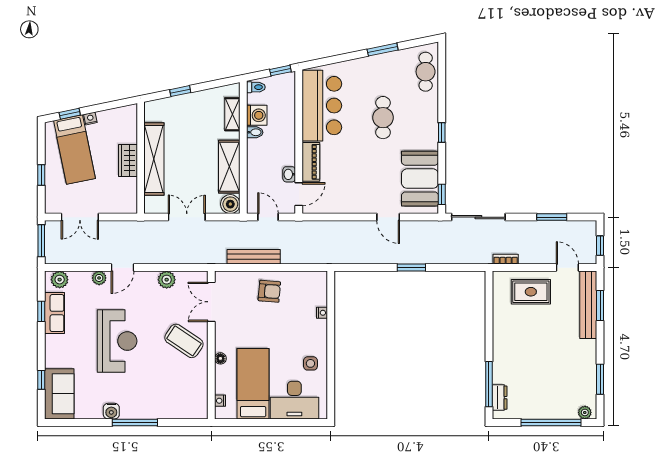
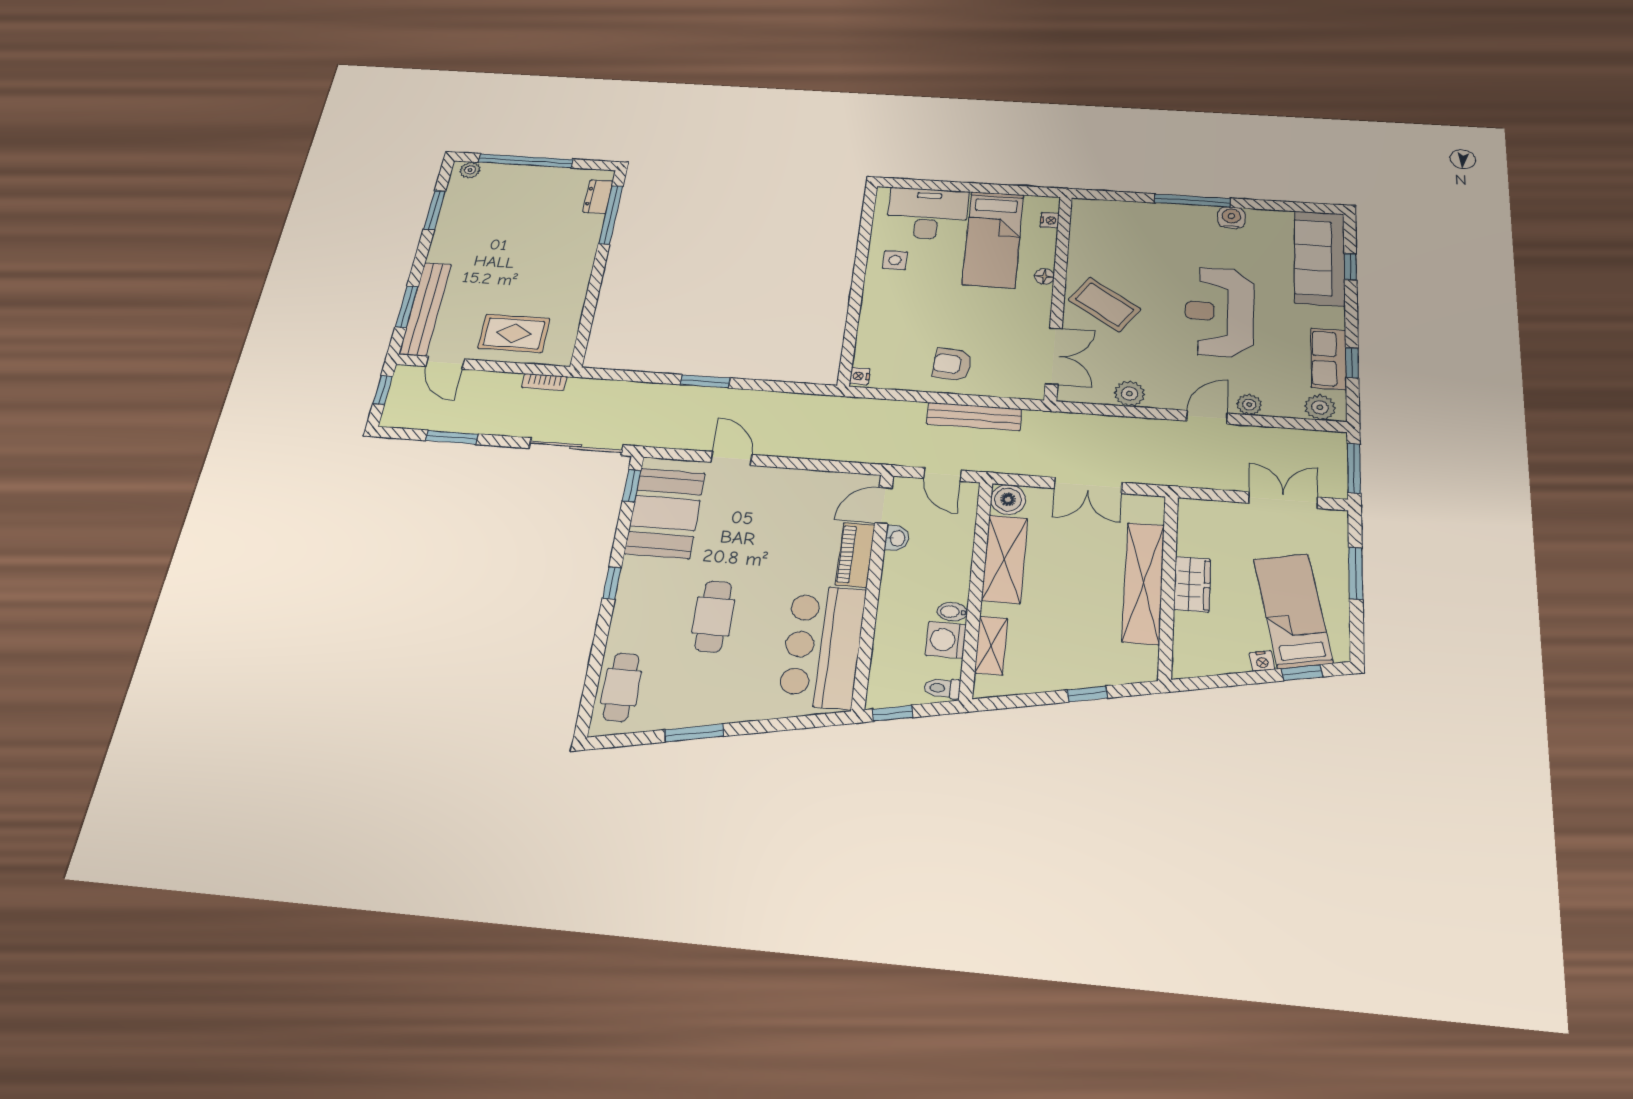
window: (41, 175) -> (1356, 573), width x1.50
nightstand: (322, 313) -> (860, 376), moved
sofa: (59, 394) -> (1320, 258), width x1.36

